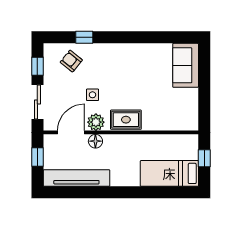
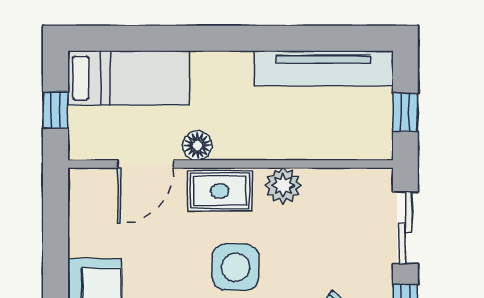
side table: (92, 95) -> (236, 267), moved, width x1.87, depth x1.87
door: (71, 132) -> (146, 164), moved
floor lamp: (95, 141) -> (197, 146), moved

